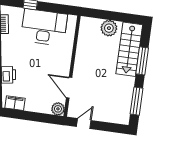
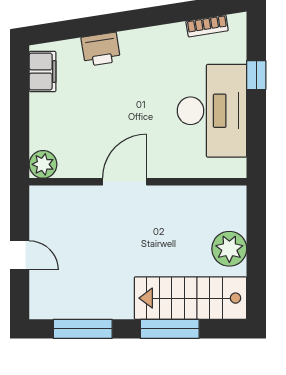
door: (69, 88) -> (125, 182), moved
door: (84, 124) -> (20, 255), moved

